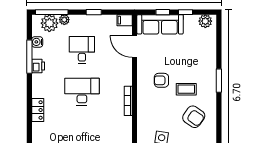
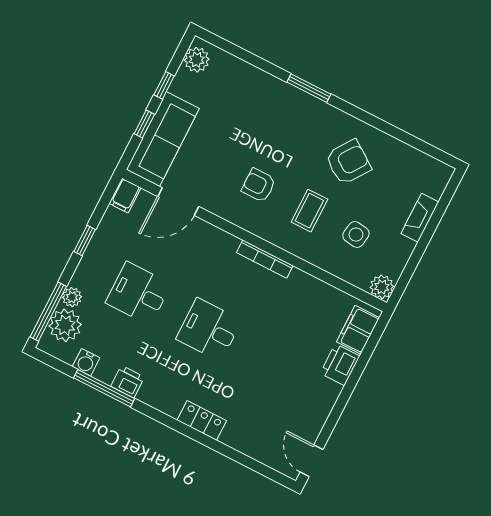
armchair: (161, 80) -> (259, 185), turned 90
coffee table: (186, 89) -> (309, 211), moved
desk: (82, 92) -> (209, 330), width x0.73

